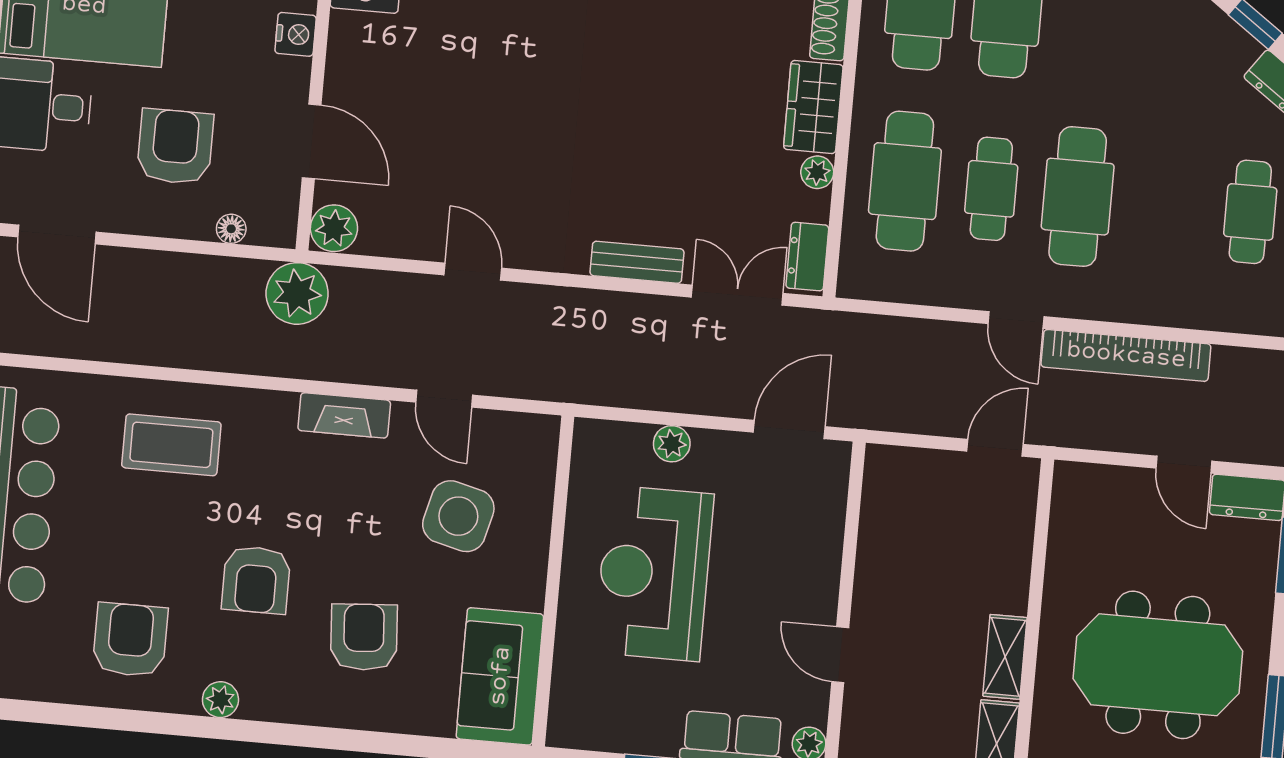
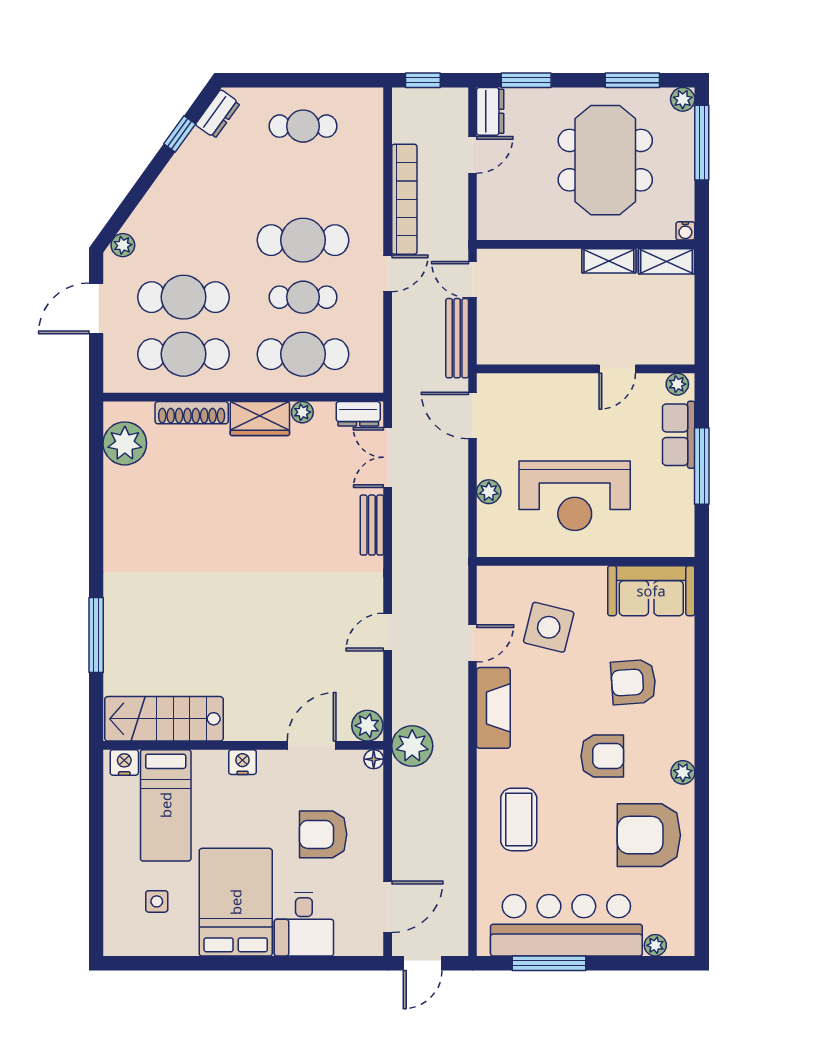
floor lamp: (231, 229) -> (374, 759), moved
fireplace: (344, 415) -> (493, 708), width x1.37, depth x1.32
bench: (908, 417) -> (457, 338), added
armchair: (130, 640) -> (649, 835), width x1.36, depth x1.36

